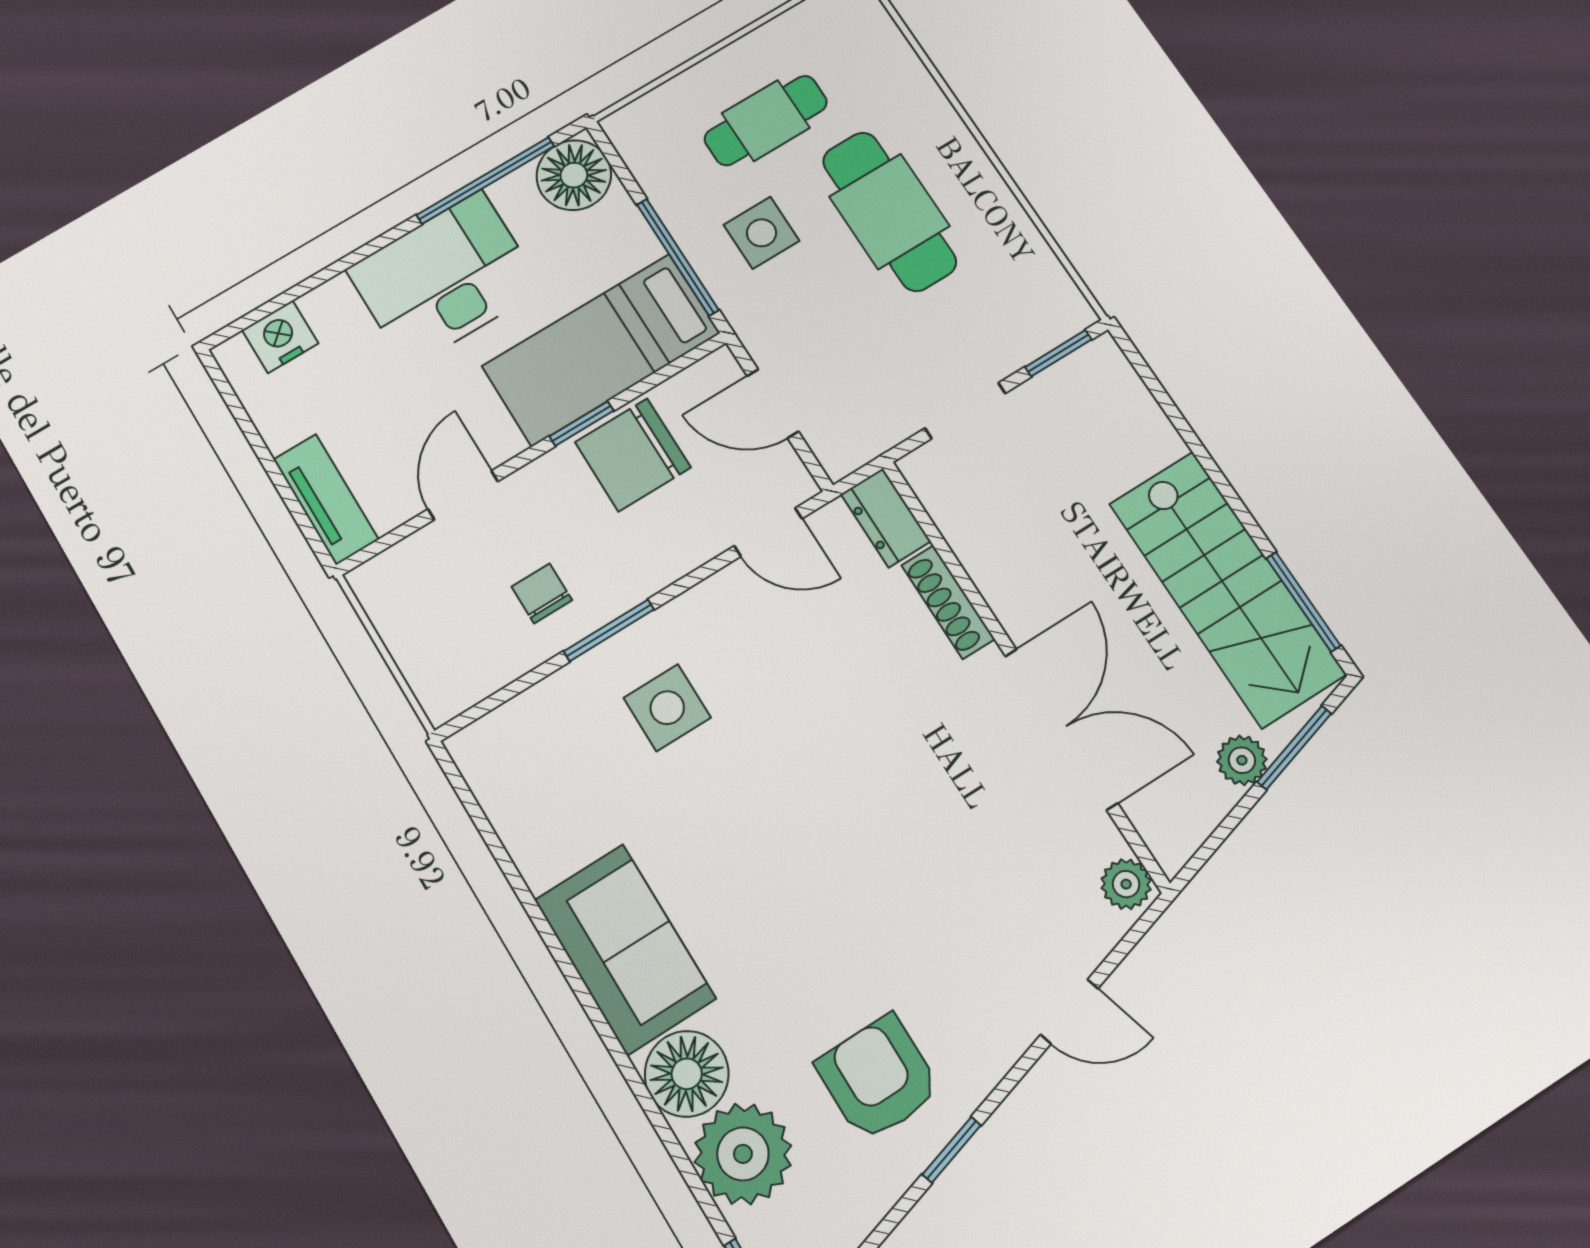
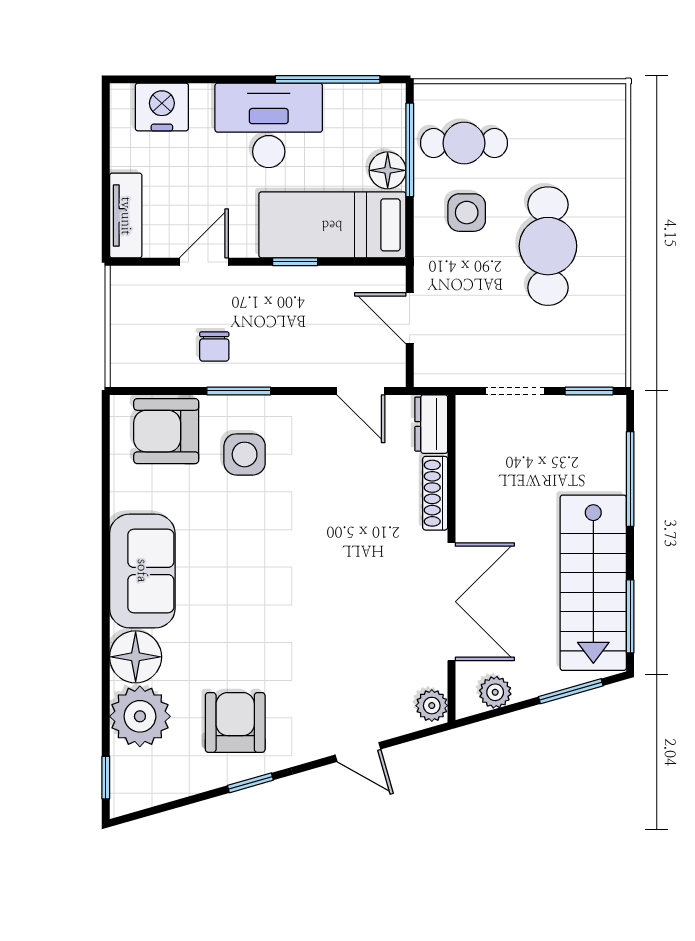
cafe table: (766, 121) -> (464, 143), moved
floor lamp: (574, 175) -> (388, 170), moved, width x0.73, depth x0.73
window: (678, 257) -> (410, 150), moved
nightstand: (280, 337) -> (162, 107), width x1.36, depth x1.33
window: (1184, 429) -> (630, 479), added
chair: (633, 455) -> (313, 298), removed
chair: (542, 593) -> (214, 347), turned 180
armchair: (545, 742) -> (166, 431), added
plant: (1242, 760) -> (495, 692), moved

